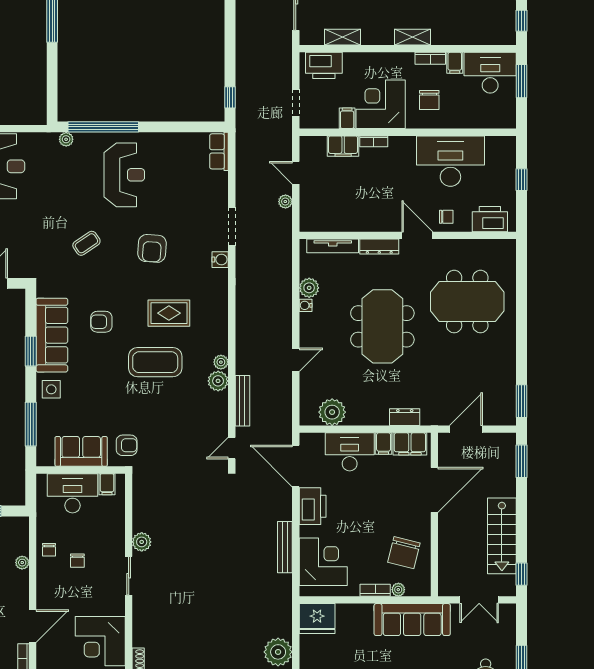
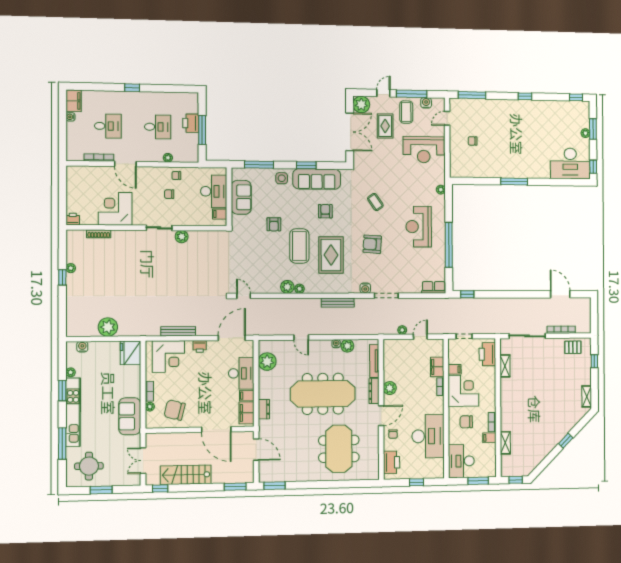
shelving: (412, 37) -> (505, 443), moved
desk: (490, 73) -> (461, 461), moved, turned 180
window: (103, 127) -> (449, 245), moved
reception desk: (124, 175) -> (419, 227), turned 90
plant: (375, 222) -> (390, 388), added
rug: (169, 313) -> (331, 255), width x1.36, depth x1.43
meeting table: (382, 326) -> (323, 394), width x1.36
bench: (242, 401) -> (338, 303), moved
armchair: (127, 445) -> (274, 224), moved
printer: (313, 506) -> (200, 346), width x0.53, depth x0.68
sofa: (412, 620) -> (130, 416), width x0.73

